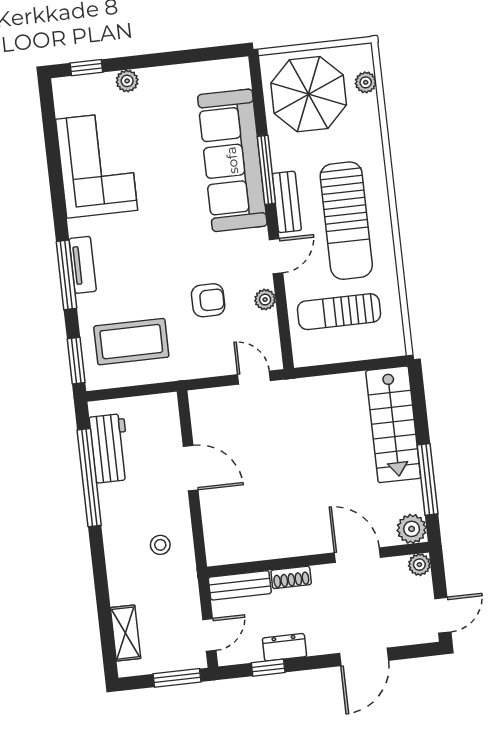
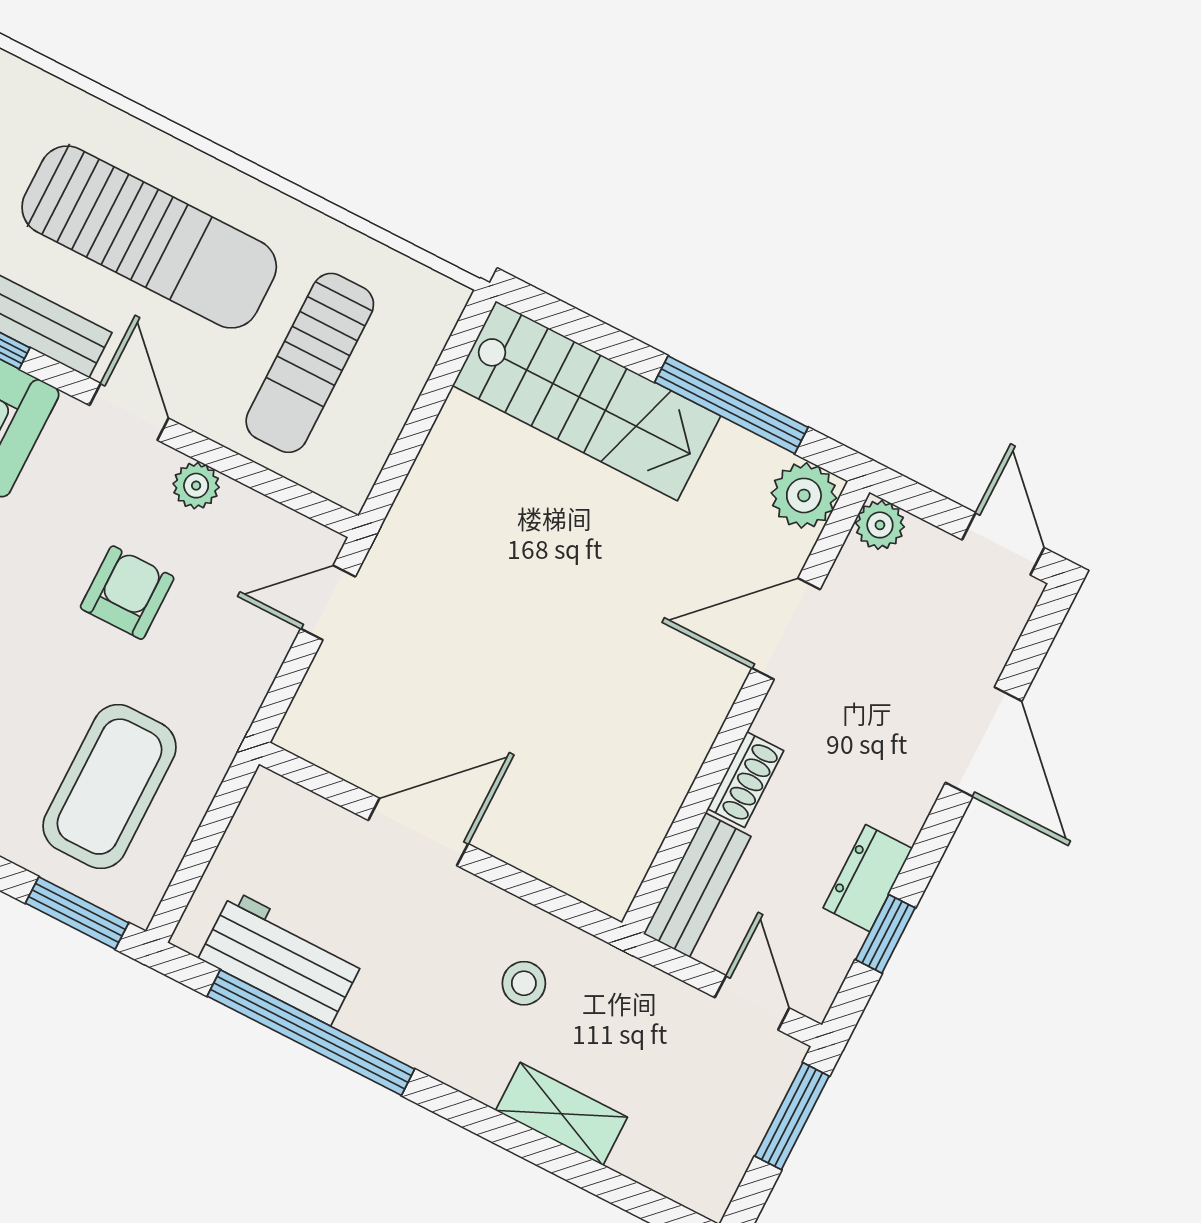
shelving: (126, 633) -> (562, 1114), moved

